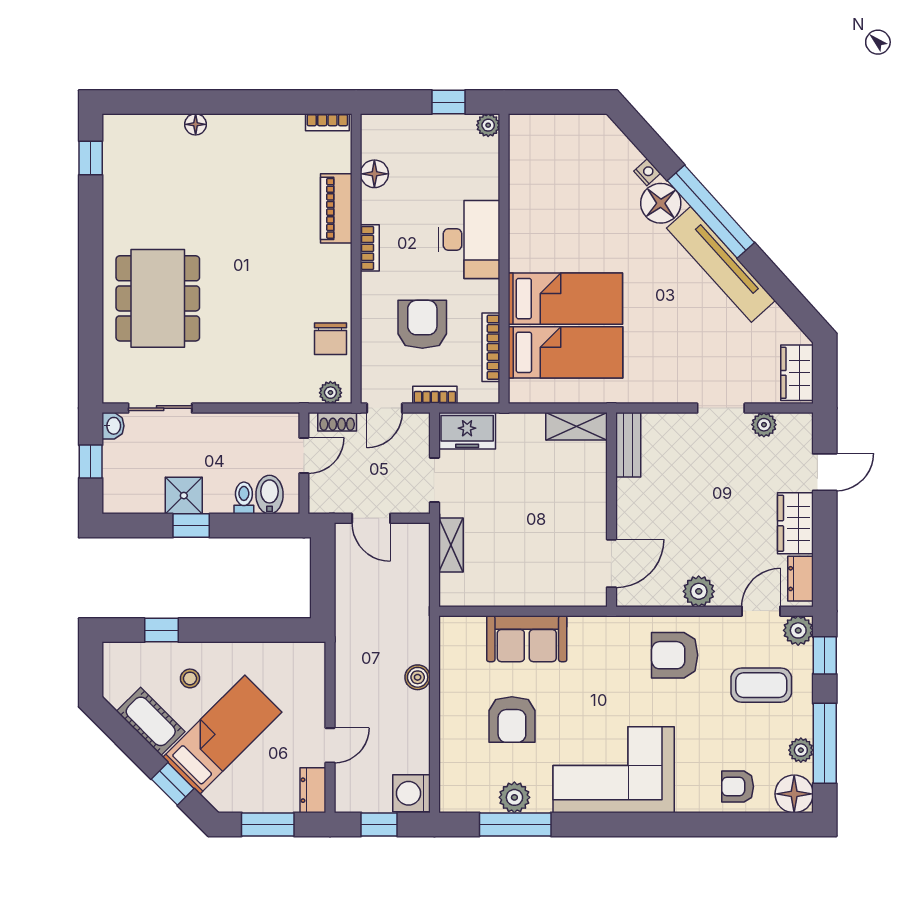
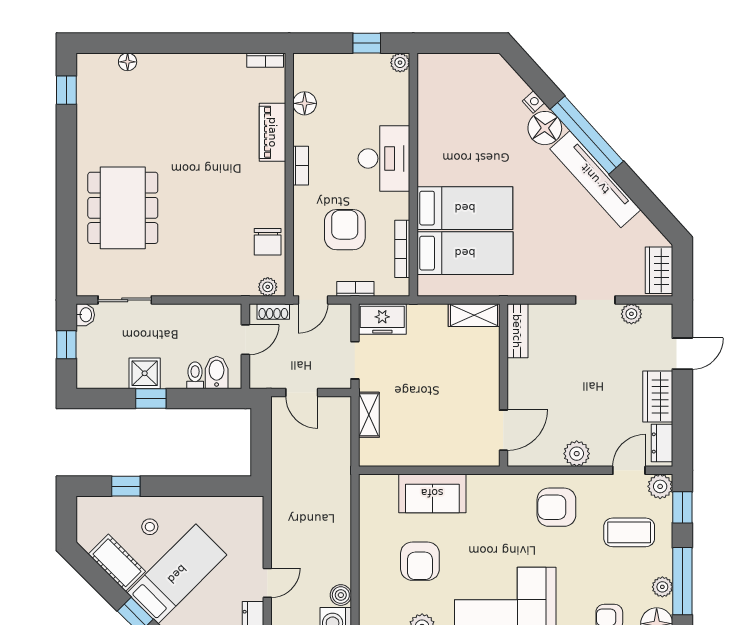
floor lamp: (196, 124) -> (128, 62), moved
boiler: (418, 677) -> (341, 595), moved

